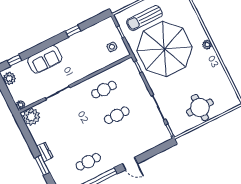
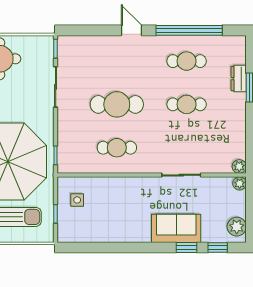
window: (73, 31) -> (187, 247), moved
cafe table: (117, 115) -> (117, 104), width x1.37, depth x1.35
plant: (31, 117) -> (239, 166), width x0.53, depth x0.53
cafe table: (75, 136) -> (187, 104), added
dresser: (45, 152) -> (239, 79), moved

